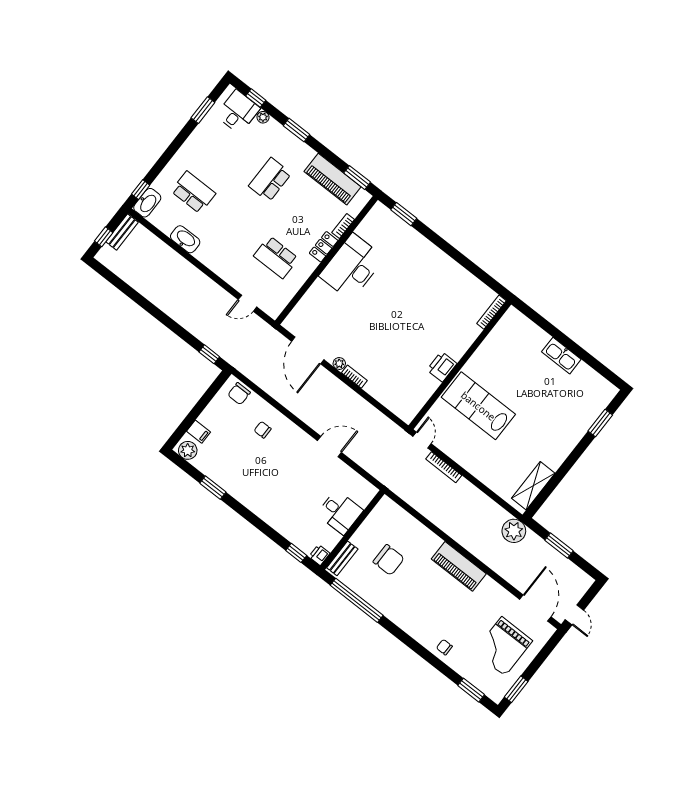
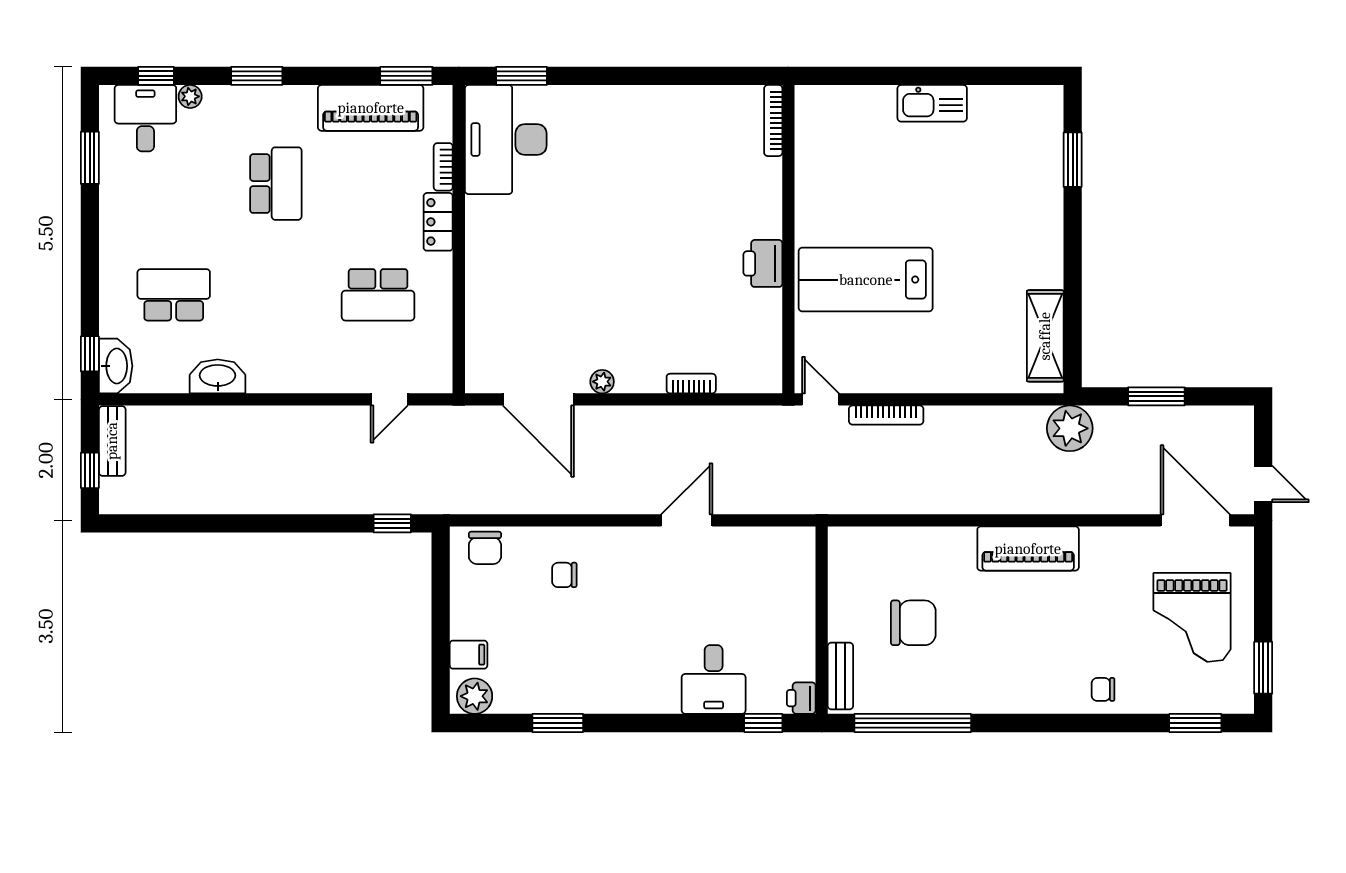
school desk: (270, 180) -> (276, 184), turned 180
desk: (352, 267) -> (506, 140), moved
bookcase: (354, 377) -> (691, 384), moved
desk: (340, 512) -> (714, 679), moved, turned 90

